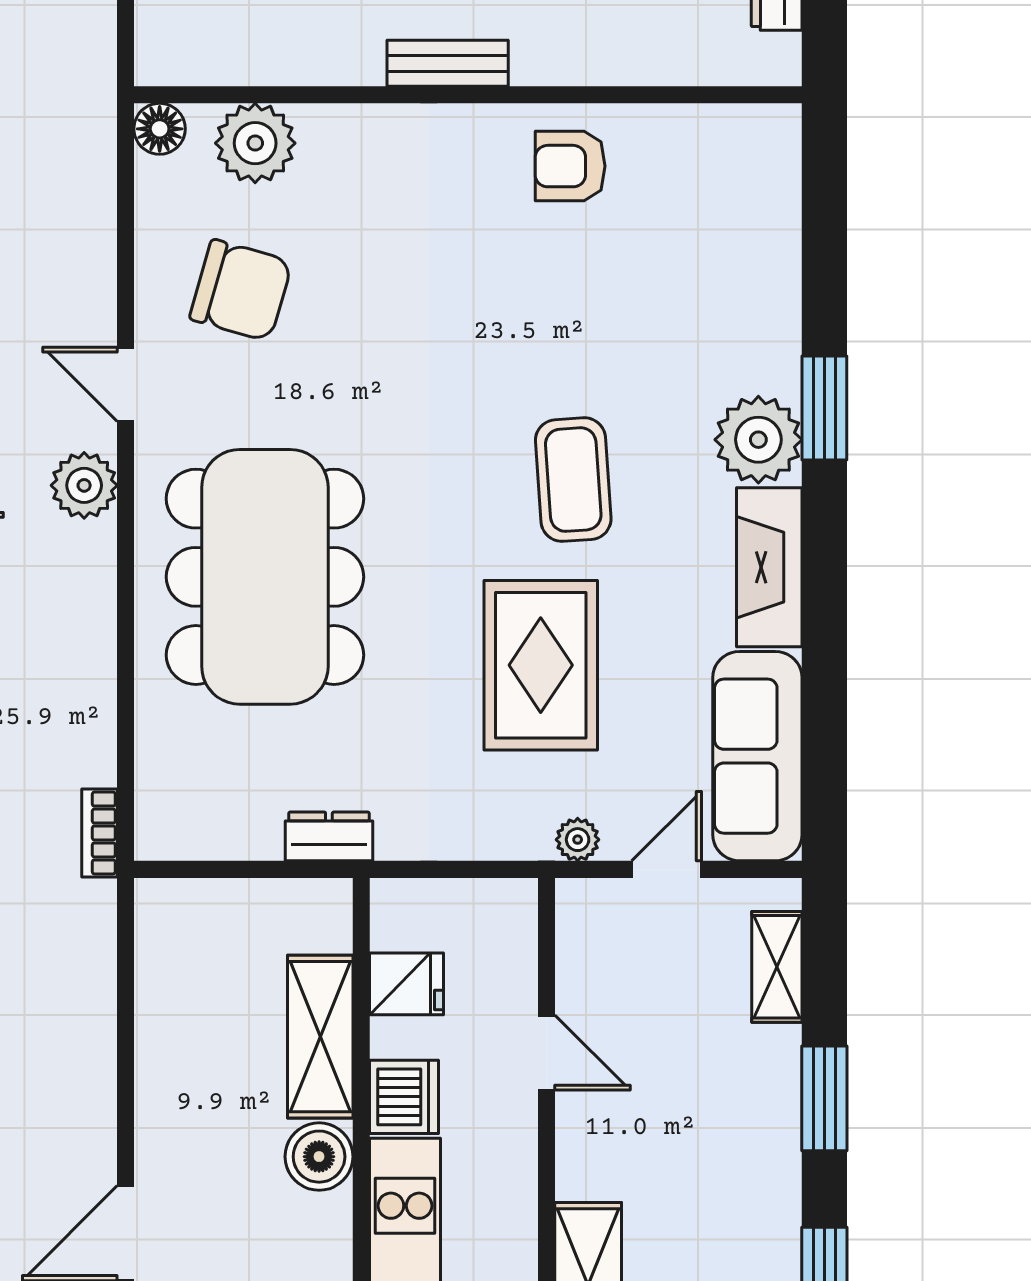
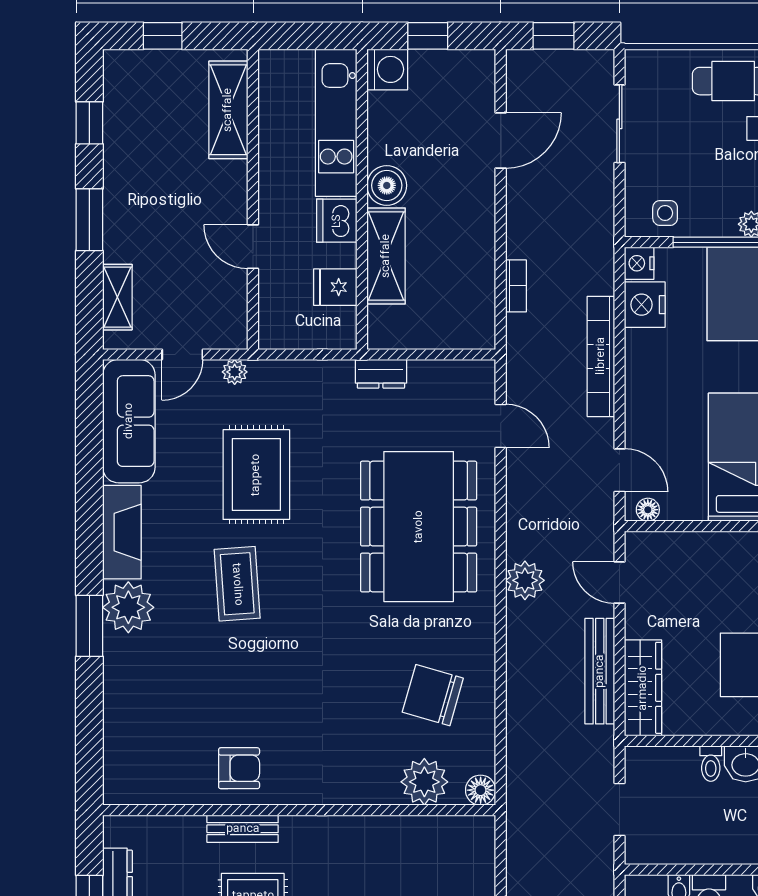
bench: (448, 63) -> (243, 829), moved
door: (126, 384) -> (501, 426), moved
bookcase: (99, 833) -> (516, 286), moved

